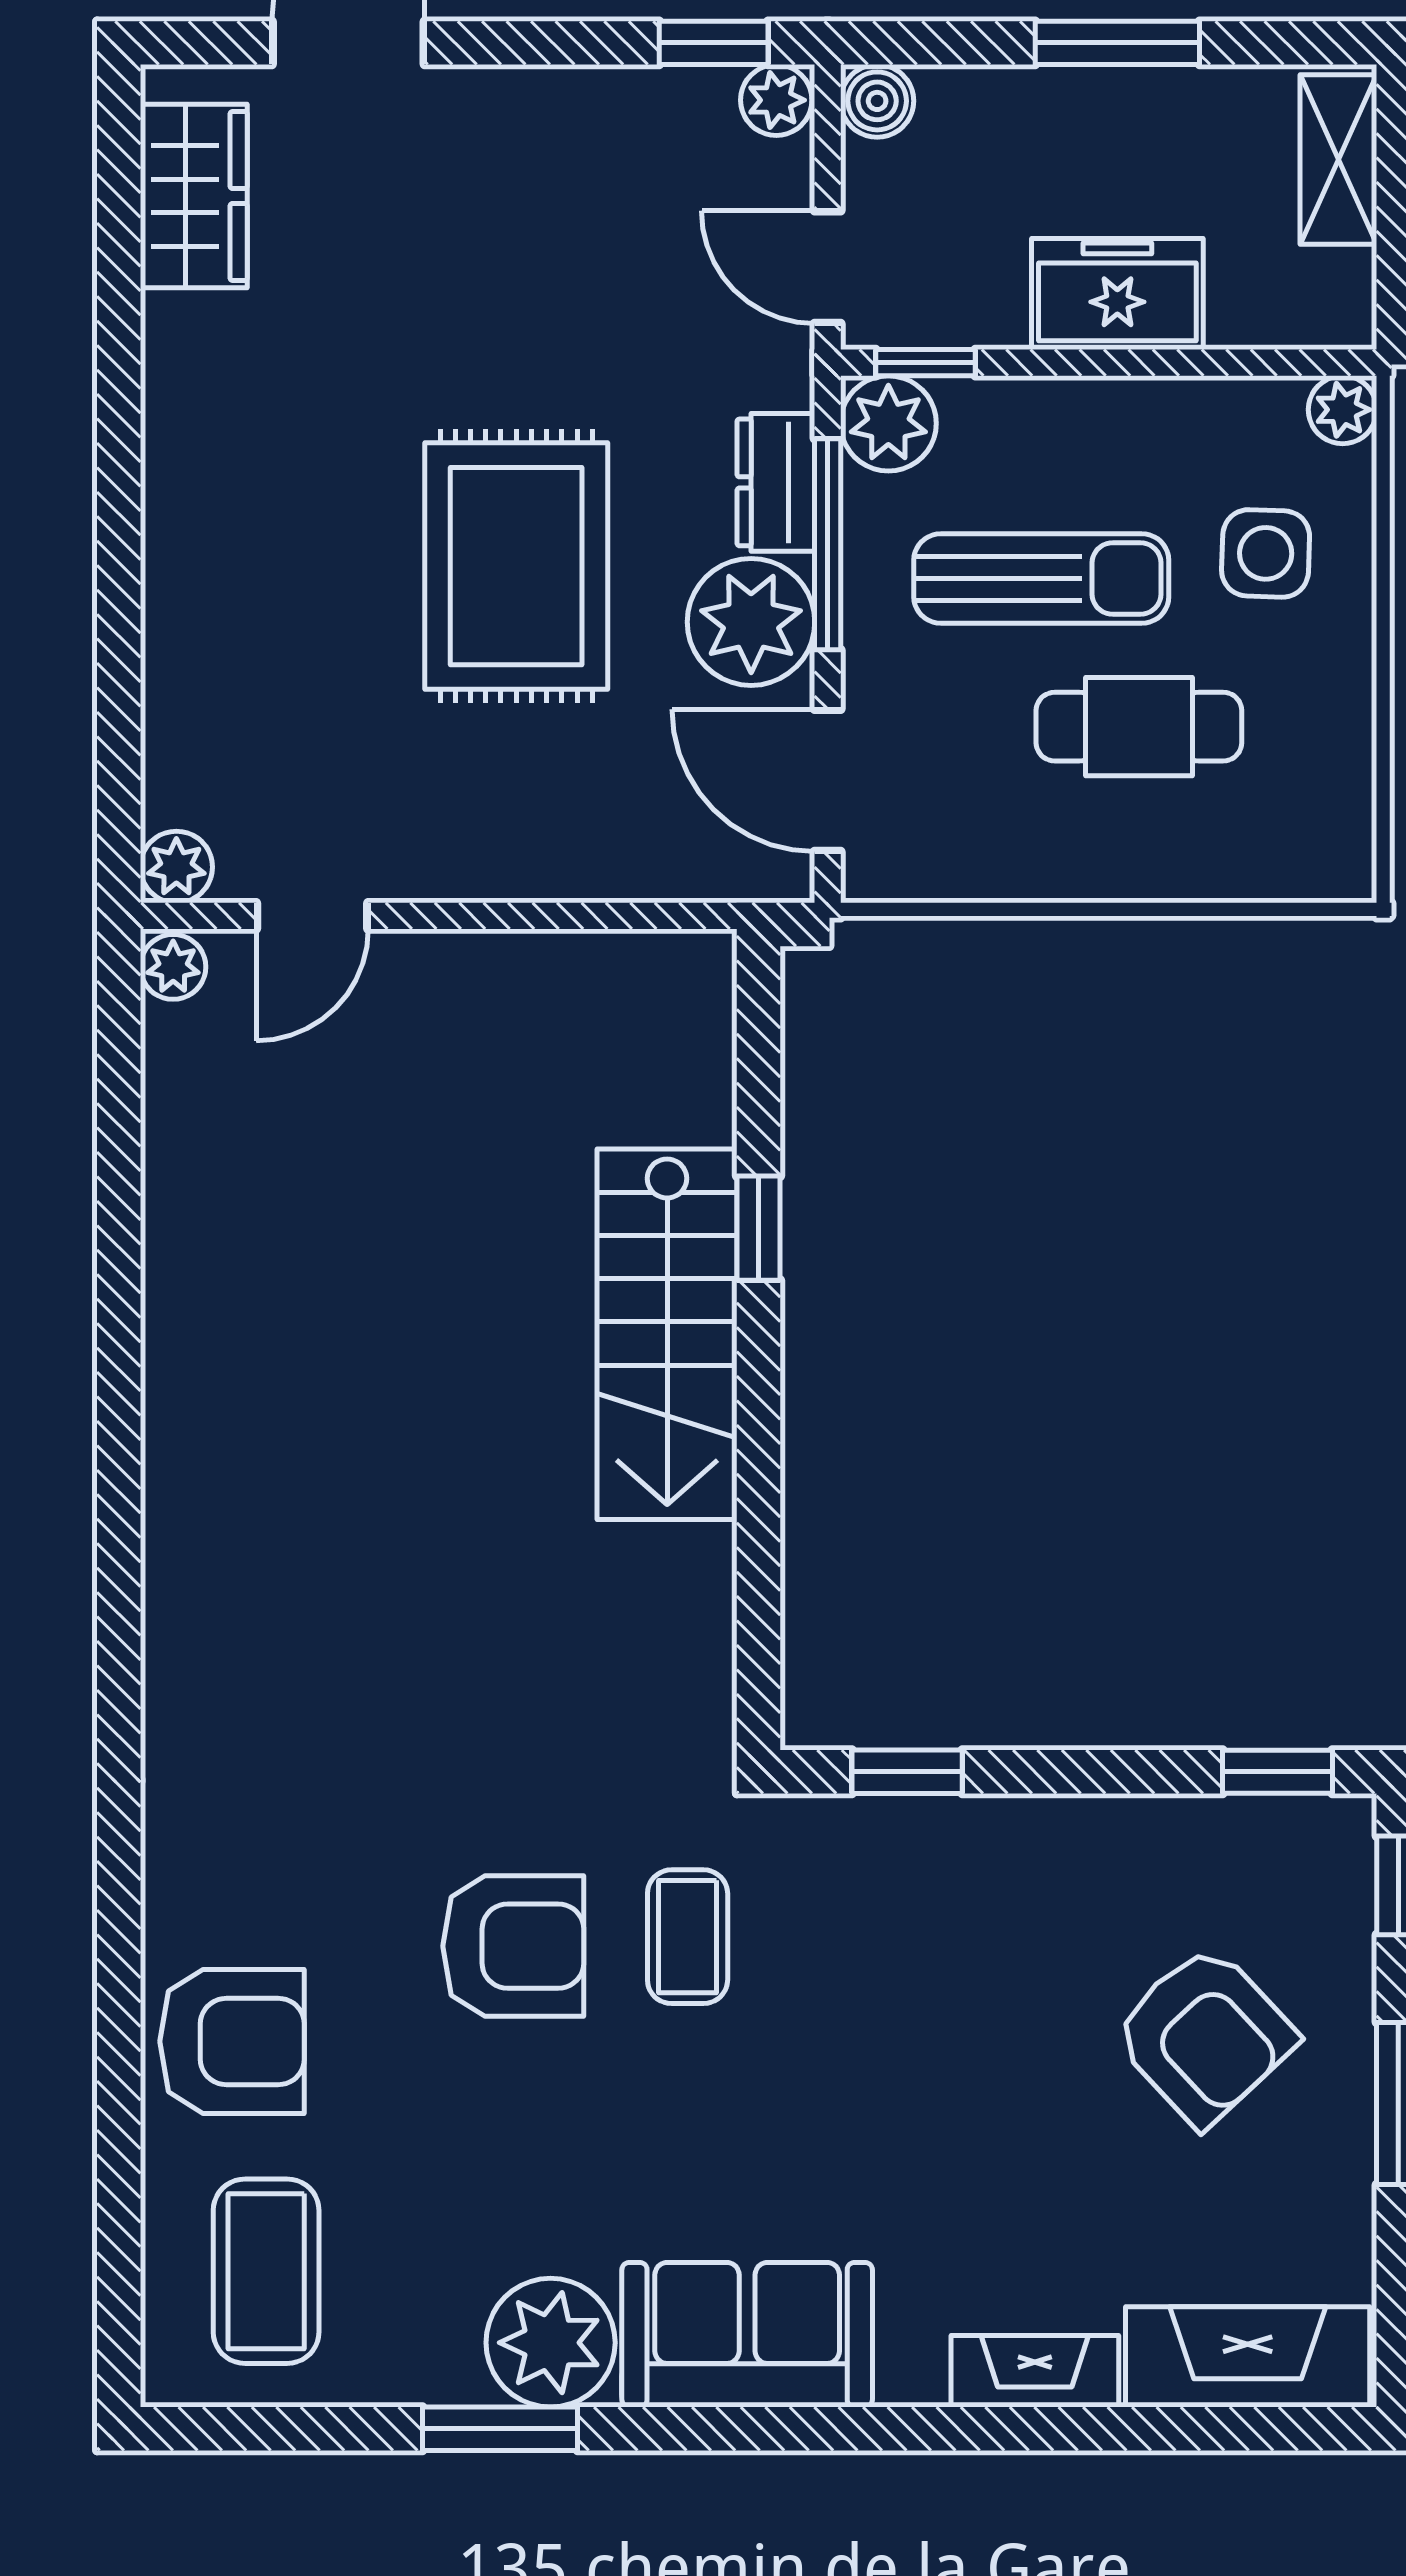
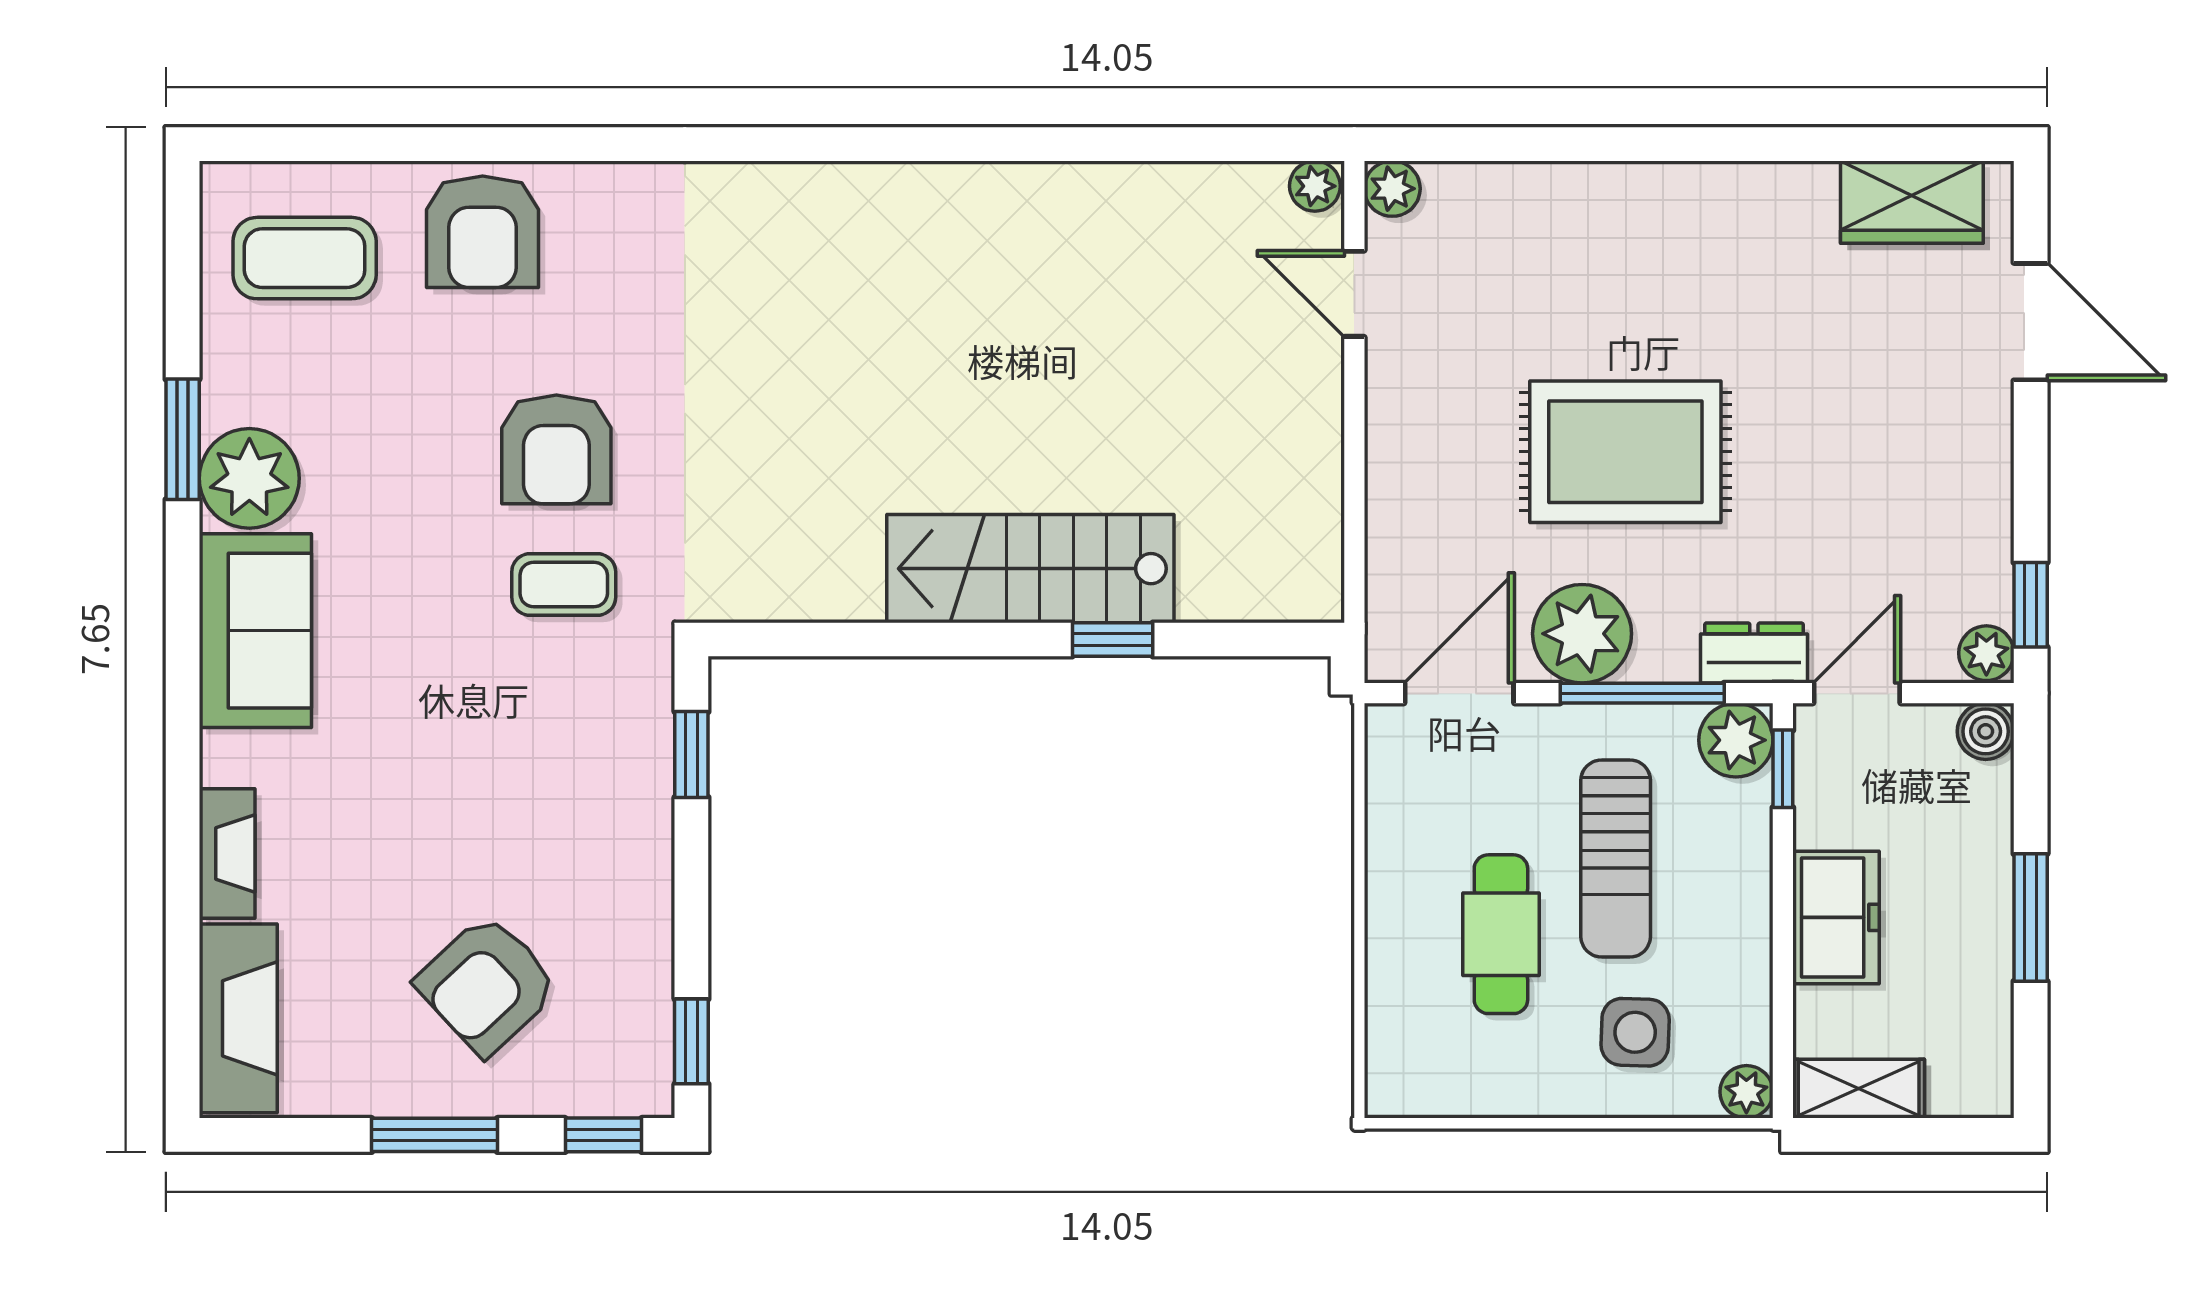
shelving: (1338, 159) -> (1859, 1089), moved
dresser: (776, 482) -> (1754, 653), moved

